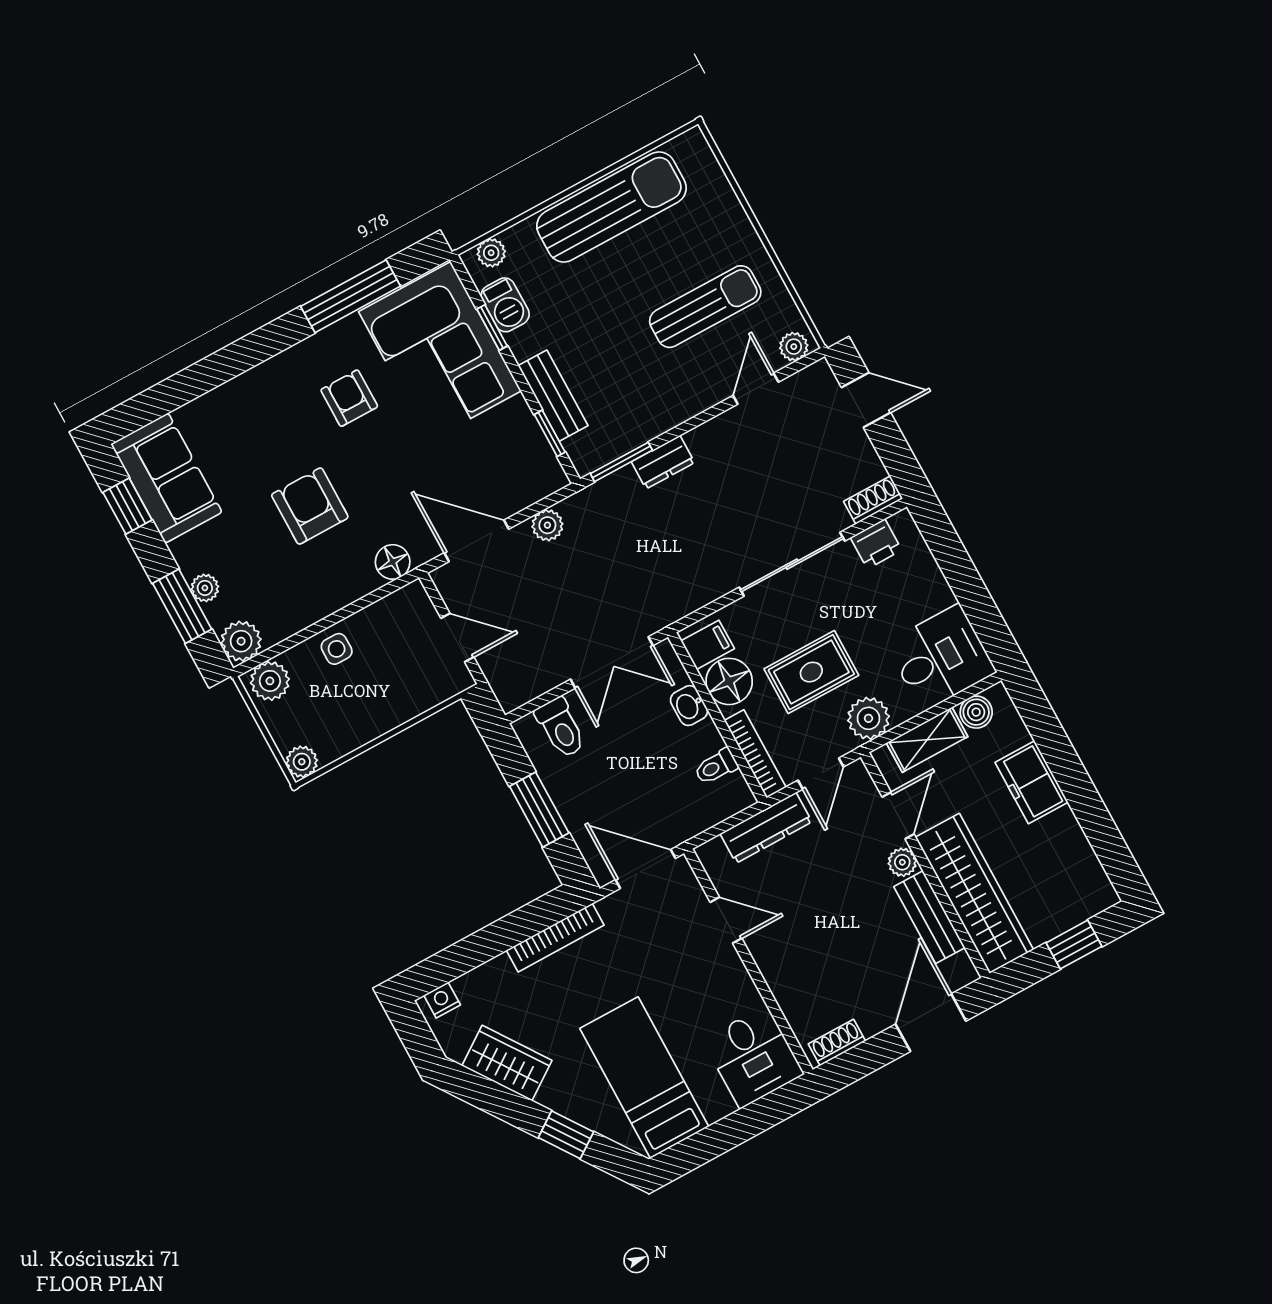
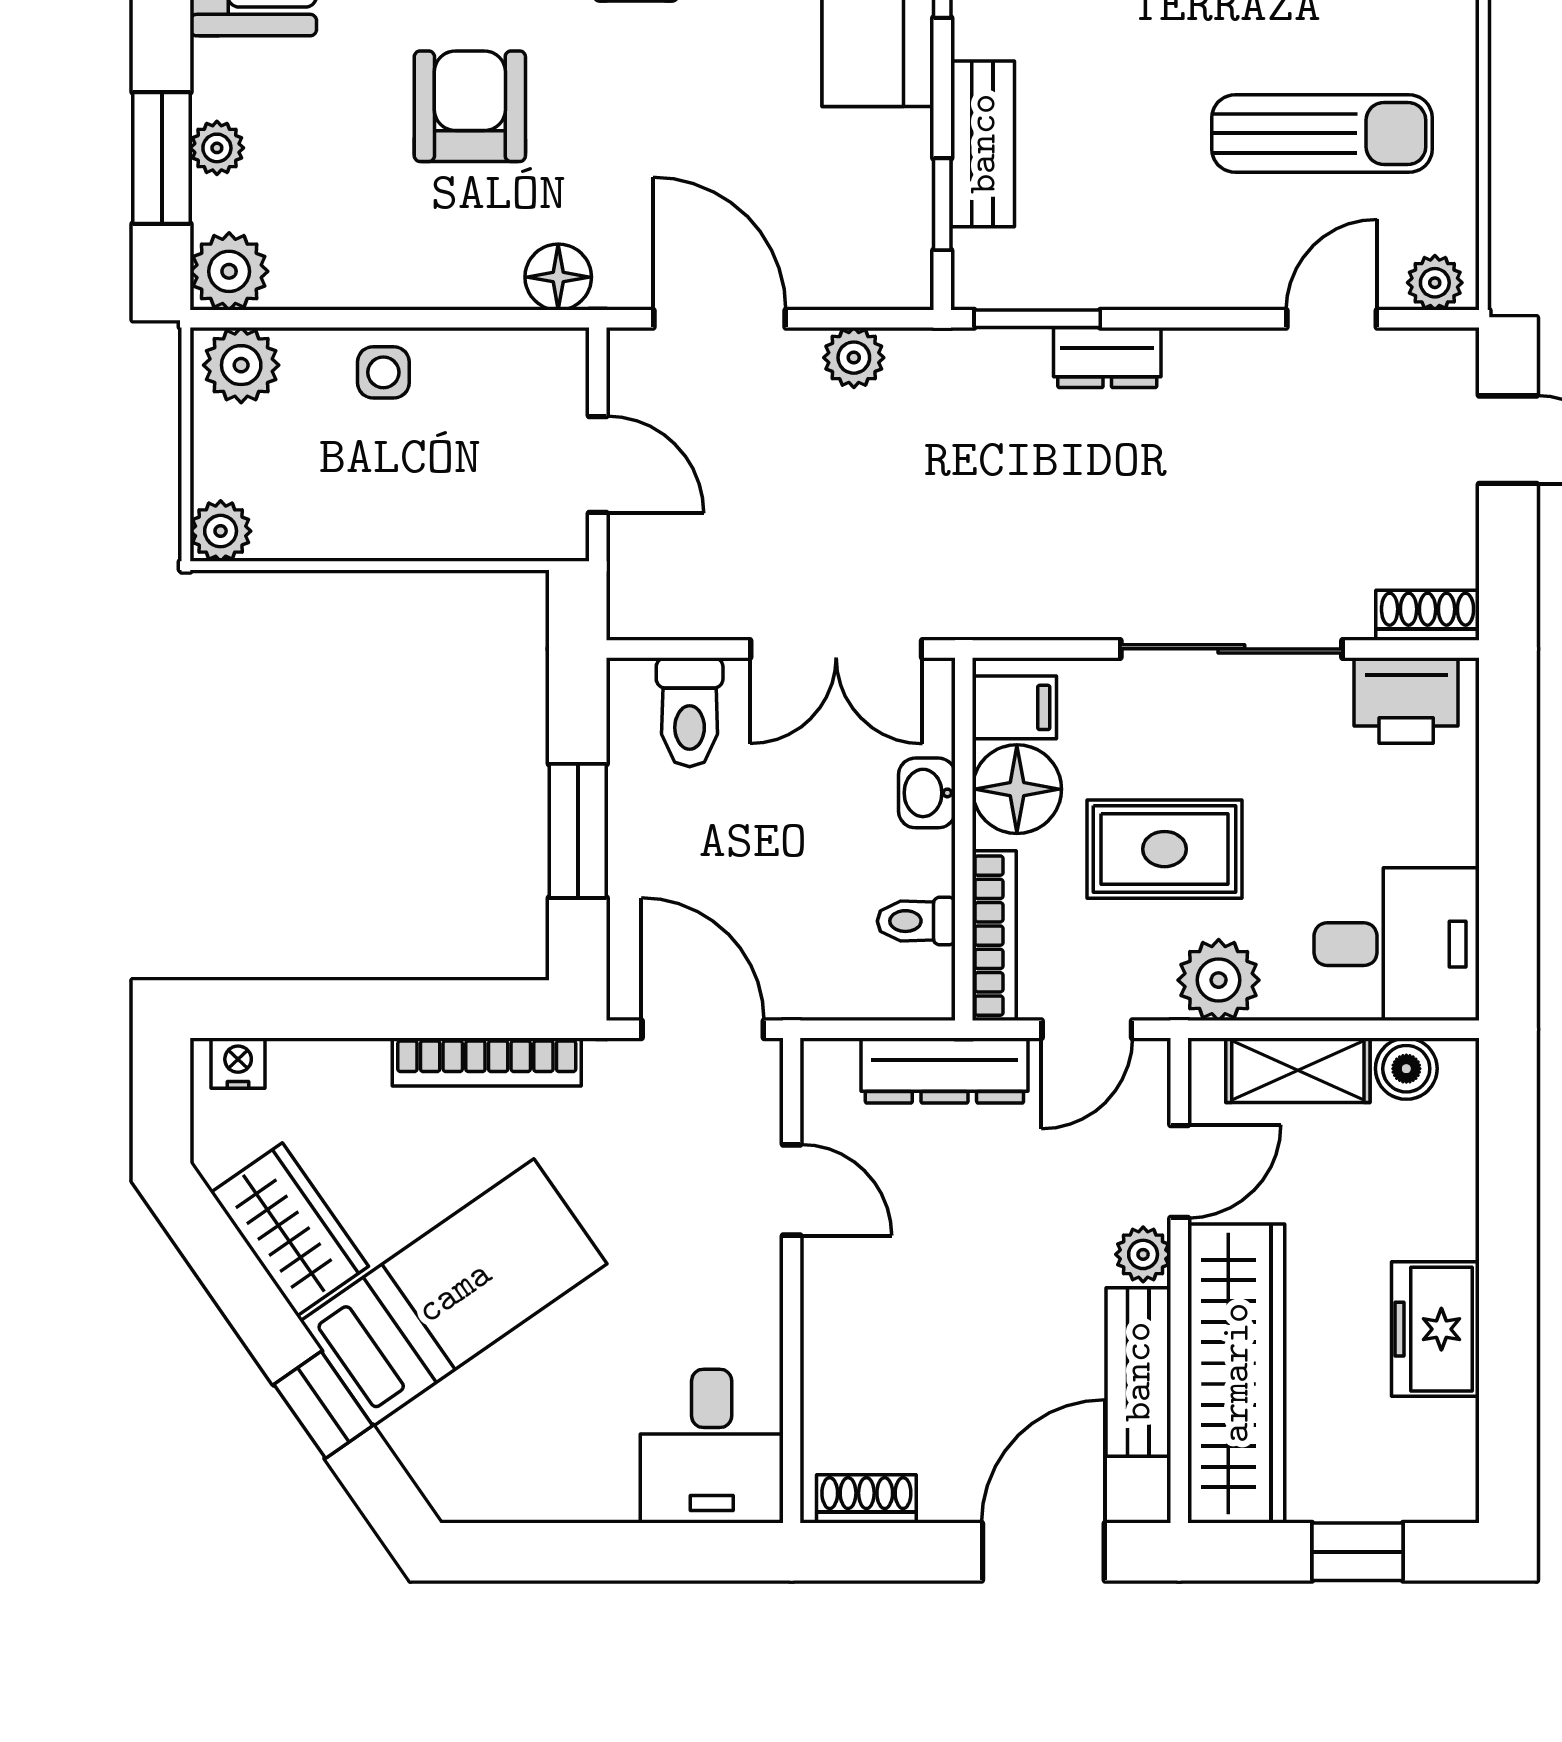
printer: (876, 544) -> (1406, 700), width x1.36, depth x1.24
freezer: (1032, 782) -> (1435, 1329), moved
bed: (644, 1078) -> (454, 1292), moved, turned 55

